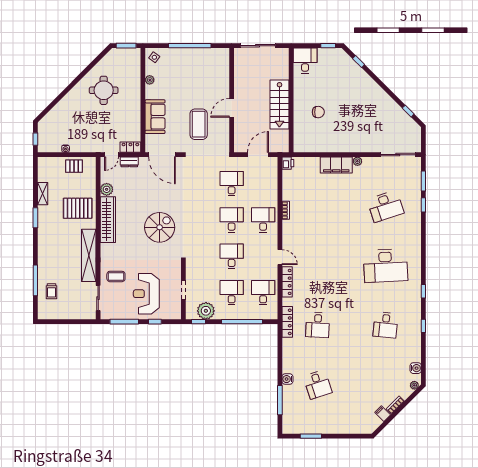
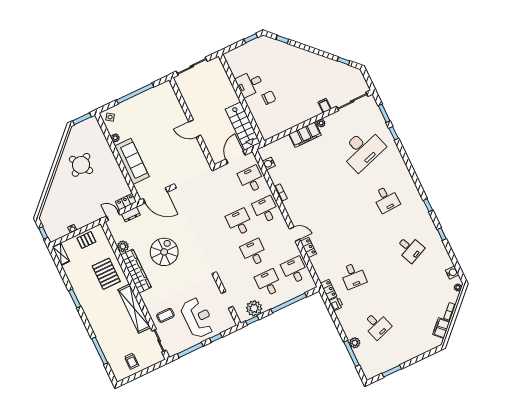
desk: (305, 61) -> (250, 84), moved, turned -90
round table: (104, 90) -> (81, 165), turned -31
stairs: (279, 104) -> (243, 126), moved
door: (232, 108) -> (195, 129), hinge flipped
sofa: (155, 117) -> (132, 161), width x1.36
coffee table: (199, 124) -> (174, 155), removed
filing cabinet: (369, 146) -> (325, 106), added
door: (111, 155) -> (113, 215), swing flipped
printer: (288, 163) -> (336, 304), moved
desk: (232, 184) -> (251, 179), moved
shelving: (43, 194) -> (61, 254), moved
desk: (386, 206) -> (363, 149), width x1.36, depth x1.30
pallet: (78, 208) -> (106, 274), turned 90
spiral stairs: (160, 227) -> (164, 252), moved
desk: (386, 266) -> (386, 199), width x0.53, depth x0.77
locker: (287, 282) -> (308, 247), width x0.66
trolley: (51, 291) -> (132, 361), moved
reception desk: (146, 294) -> (198, 318), turned 180
locker: (287, 322) -> (329, 290), width x0.66
desk: (386, 325) -> (410, 249), turned -30
water cooler: (287, 379) -> (269, 163), moved
plant: (288, 391) -> (355, 343), added
filing cabinet: (383, 414) -> (441, 328), width x2.00

